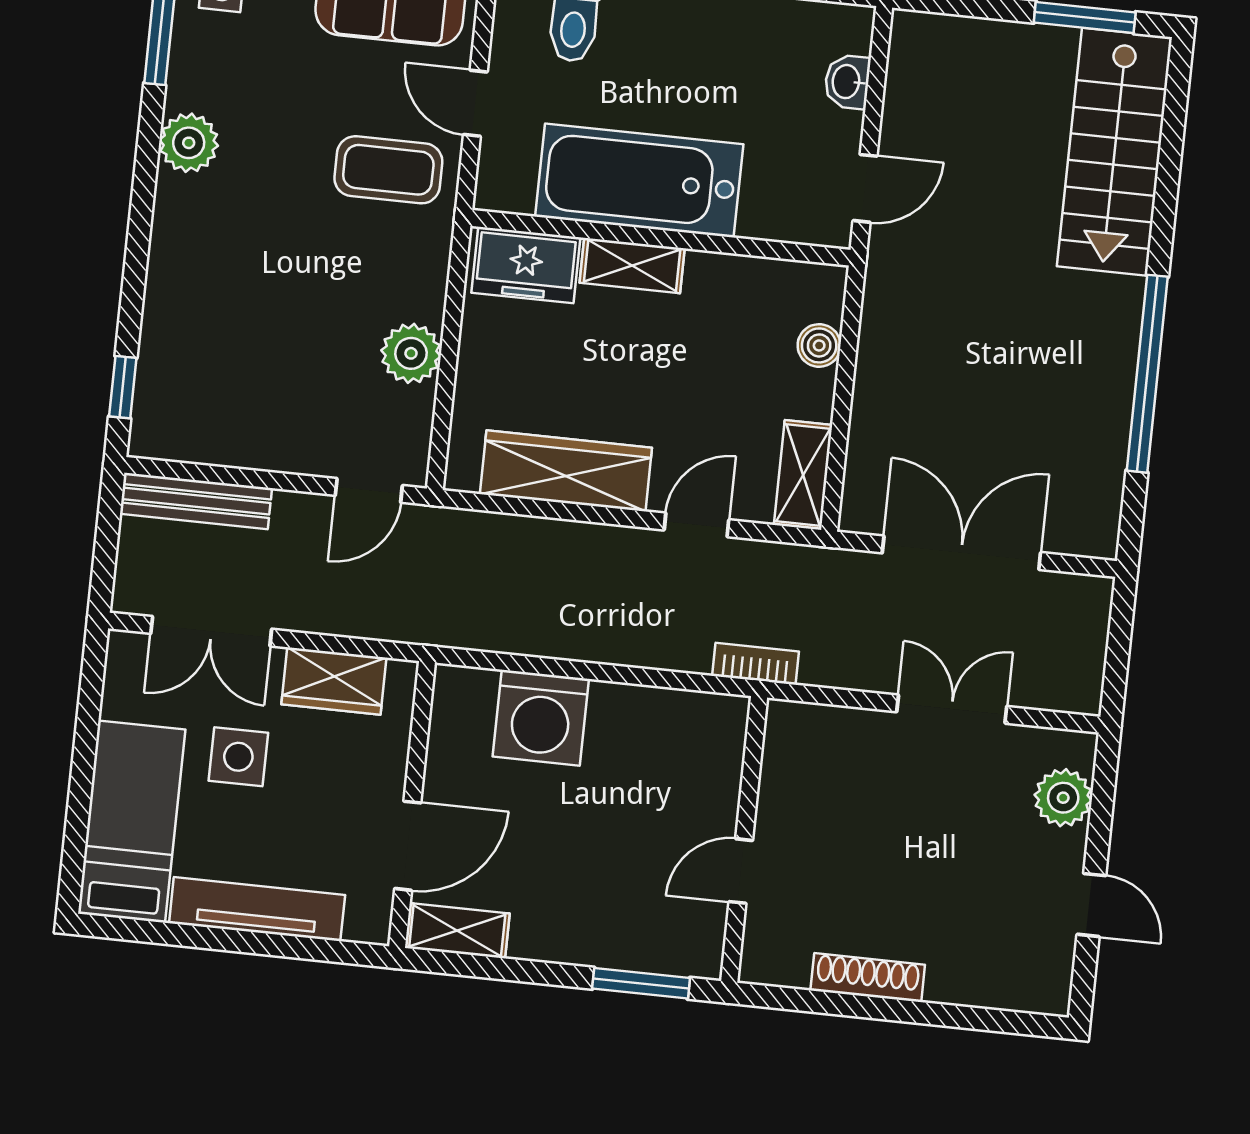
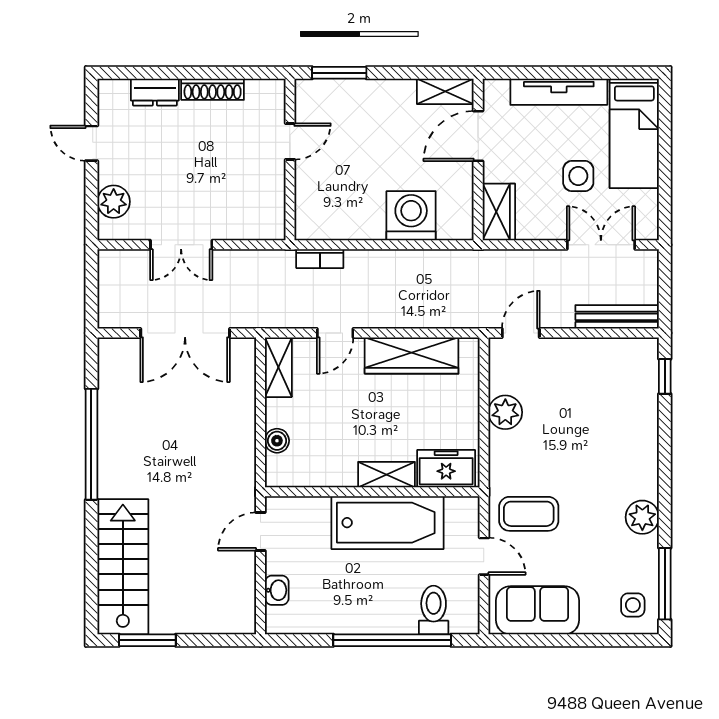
bookcase: (755, 664) -> (320, 259), moved
wardrobe: (334, 681) -> (499, 212), moved, turned 90
dresser: (970, 983) -> (155, 92), added

